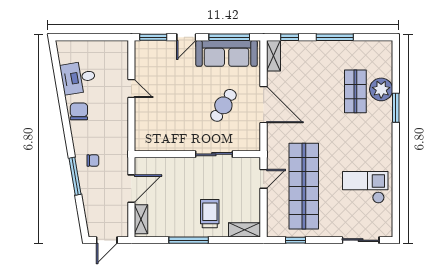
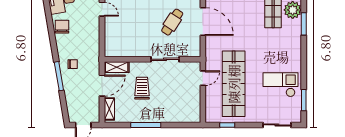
window: (396, 208) -> (304, 100), added
trolley: (210, 214) -> (142, 88), moved
shelving: (245, 230) -> (117, 67), moved

